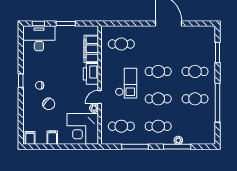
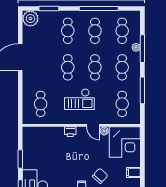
plant: (207, 34) -> (30, 19), added
filing cabinet: (91, 49) -> (45, 134), removed
printer: (91, 74) -> (70, 132), width x0.53, depth x0.68
checkout: (126, 83) -> (79, 99), turned 180
cafe table: (195, 126) -> (122, 31), added

